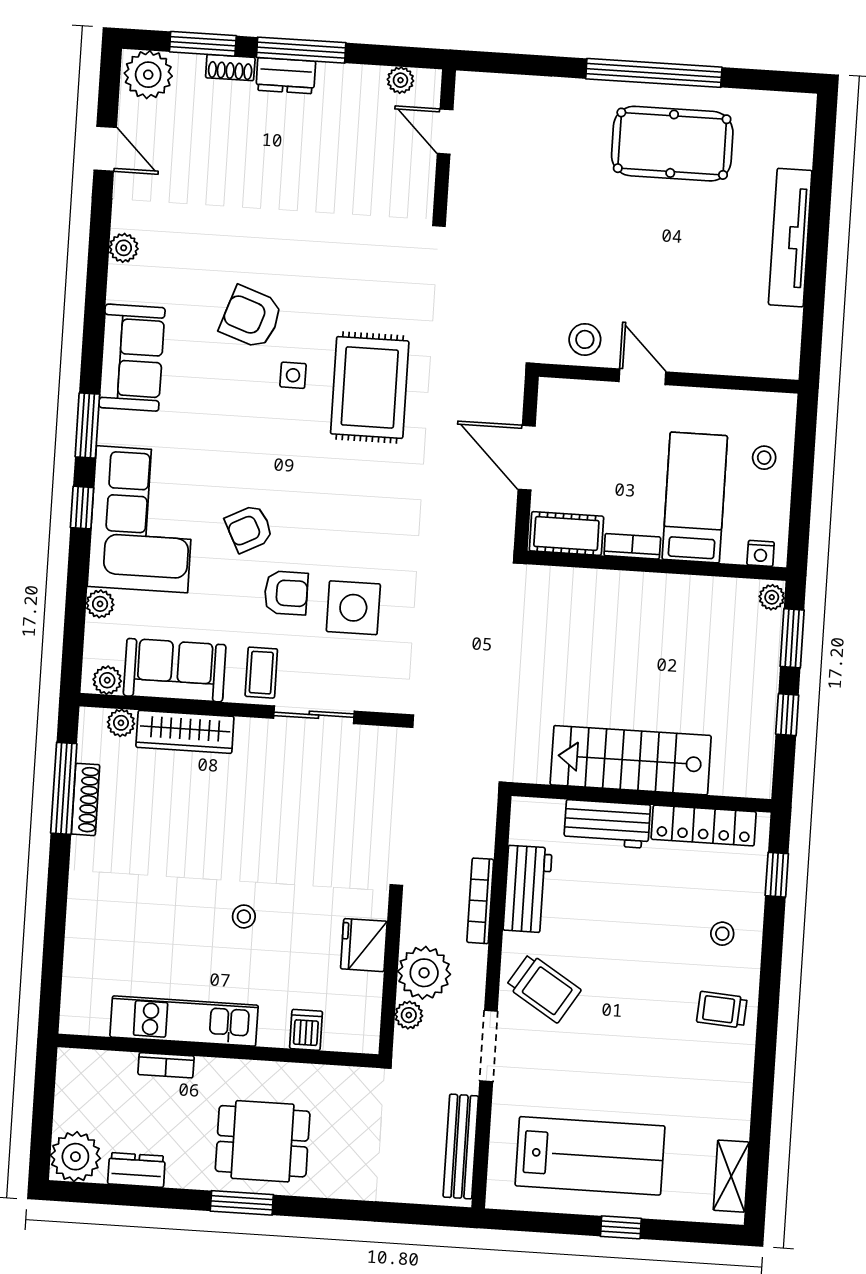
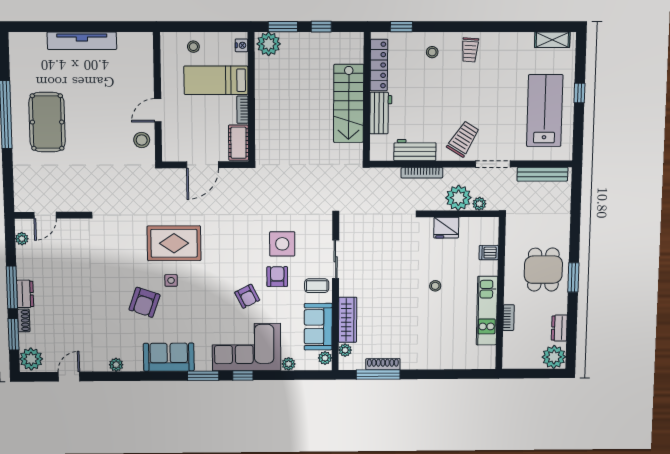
pool table: (672, 144) -> (47, 122), moved
plant: (772, 597) -> (269, 44), width x1.88, depth x1.88

